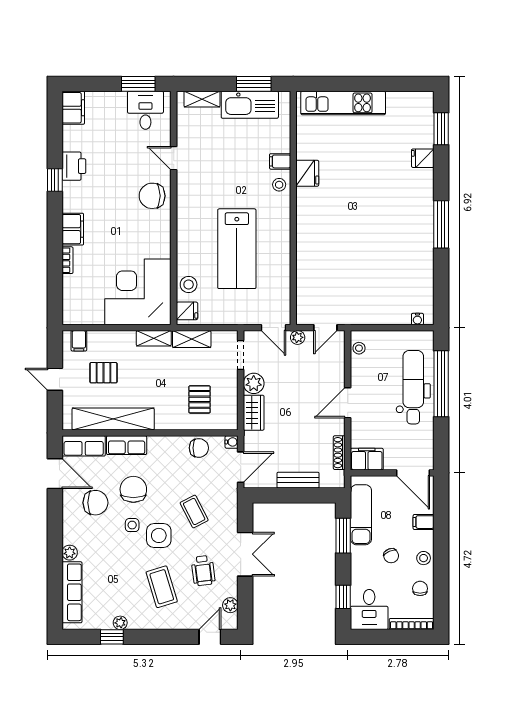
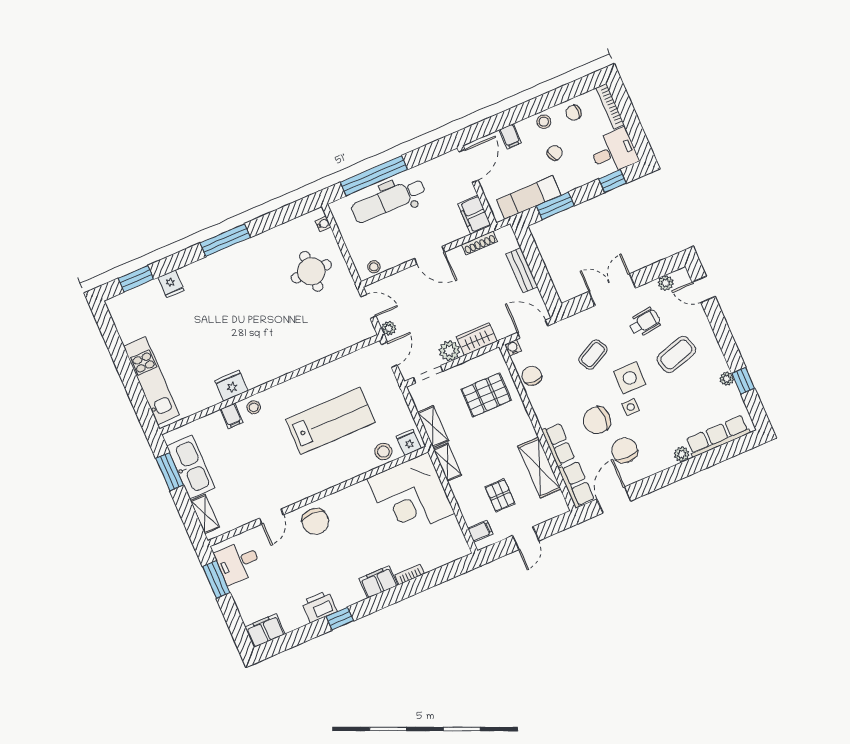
round table: (379, 290) -> (311, 271), added
pallet: (200, 399) -> (486, 395), width x1.50, depth x1.42
shelving: (113, 419) -> (539, 468), width x0.68

